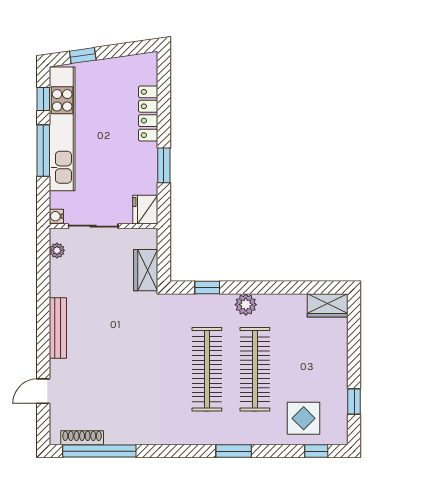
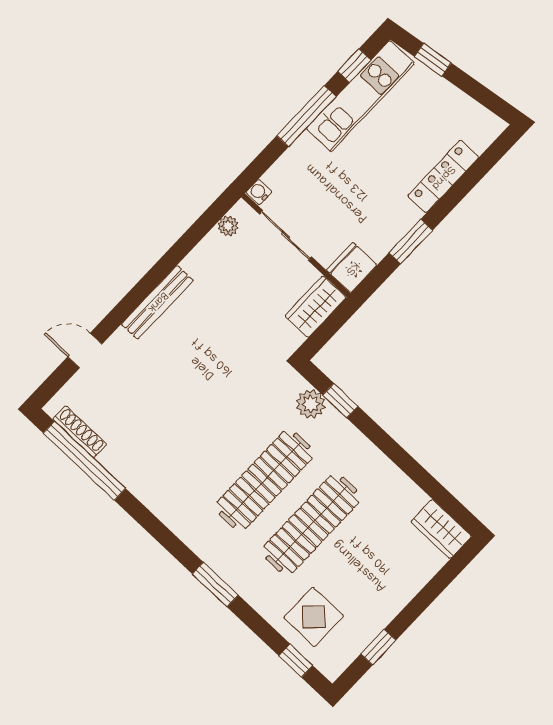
kitchen unit: (62, 129) -> (360, 96), width x0.73
wardrobe: (146, 270) -> (315, 307), moved
plant: (246, 305) -> (311, 404), moved

